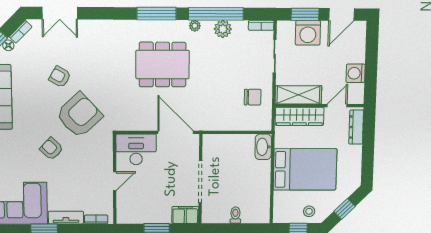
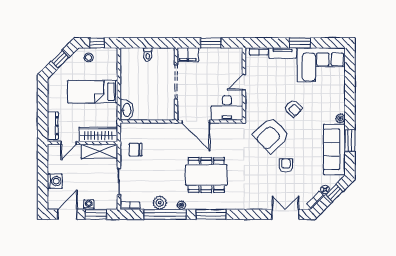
washing machine: (308, 33) -> (89, 205), width x0.53, depth x0.53
washing machine: (356, 73) -> (55, 181), moved
armchair: (60, 77) -> (286, 165), turned -120
bed: (305, 169) -> (93, 92), width x0.67

